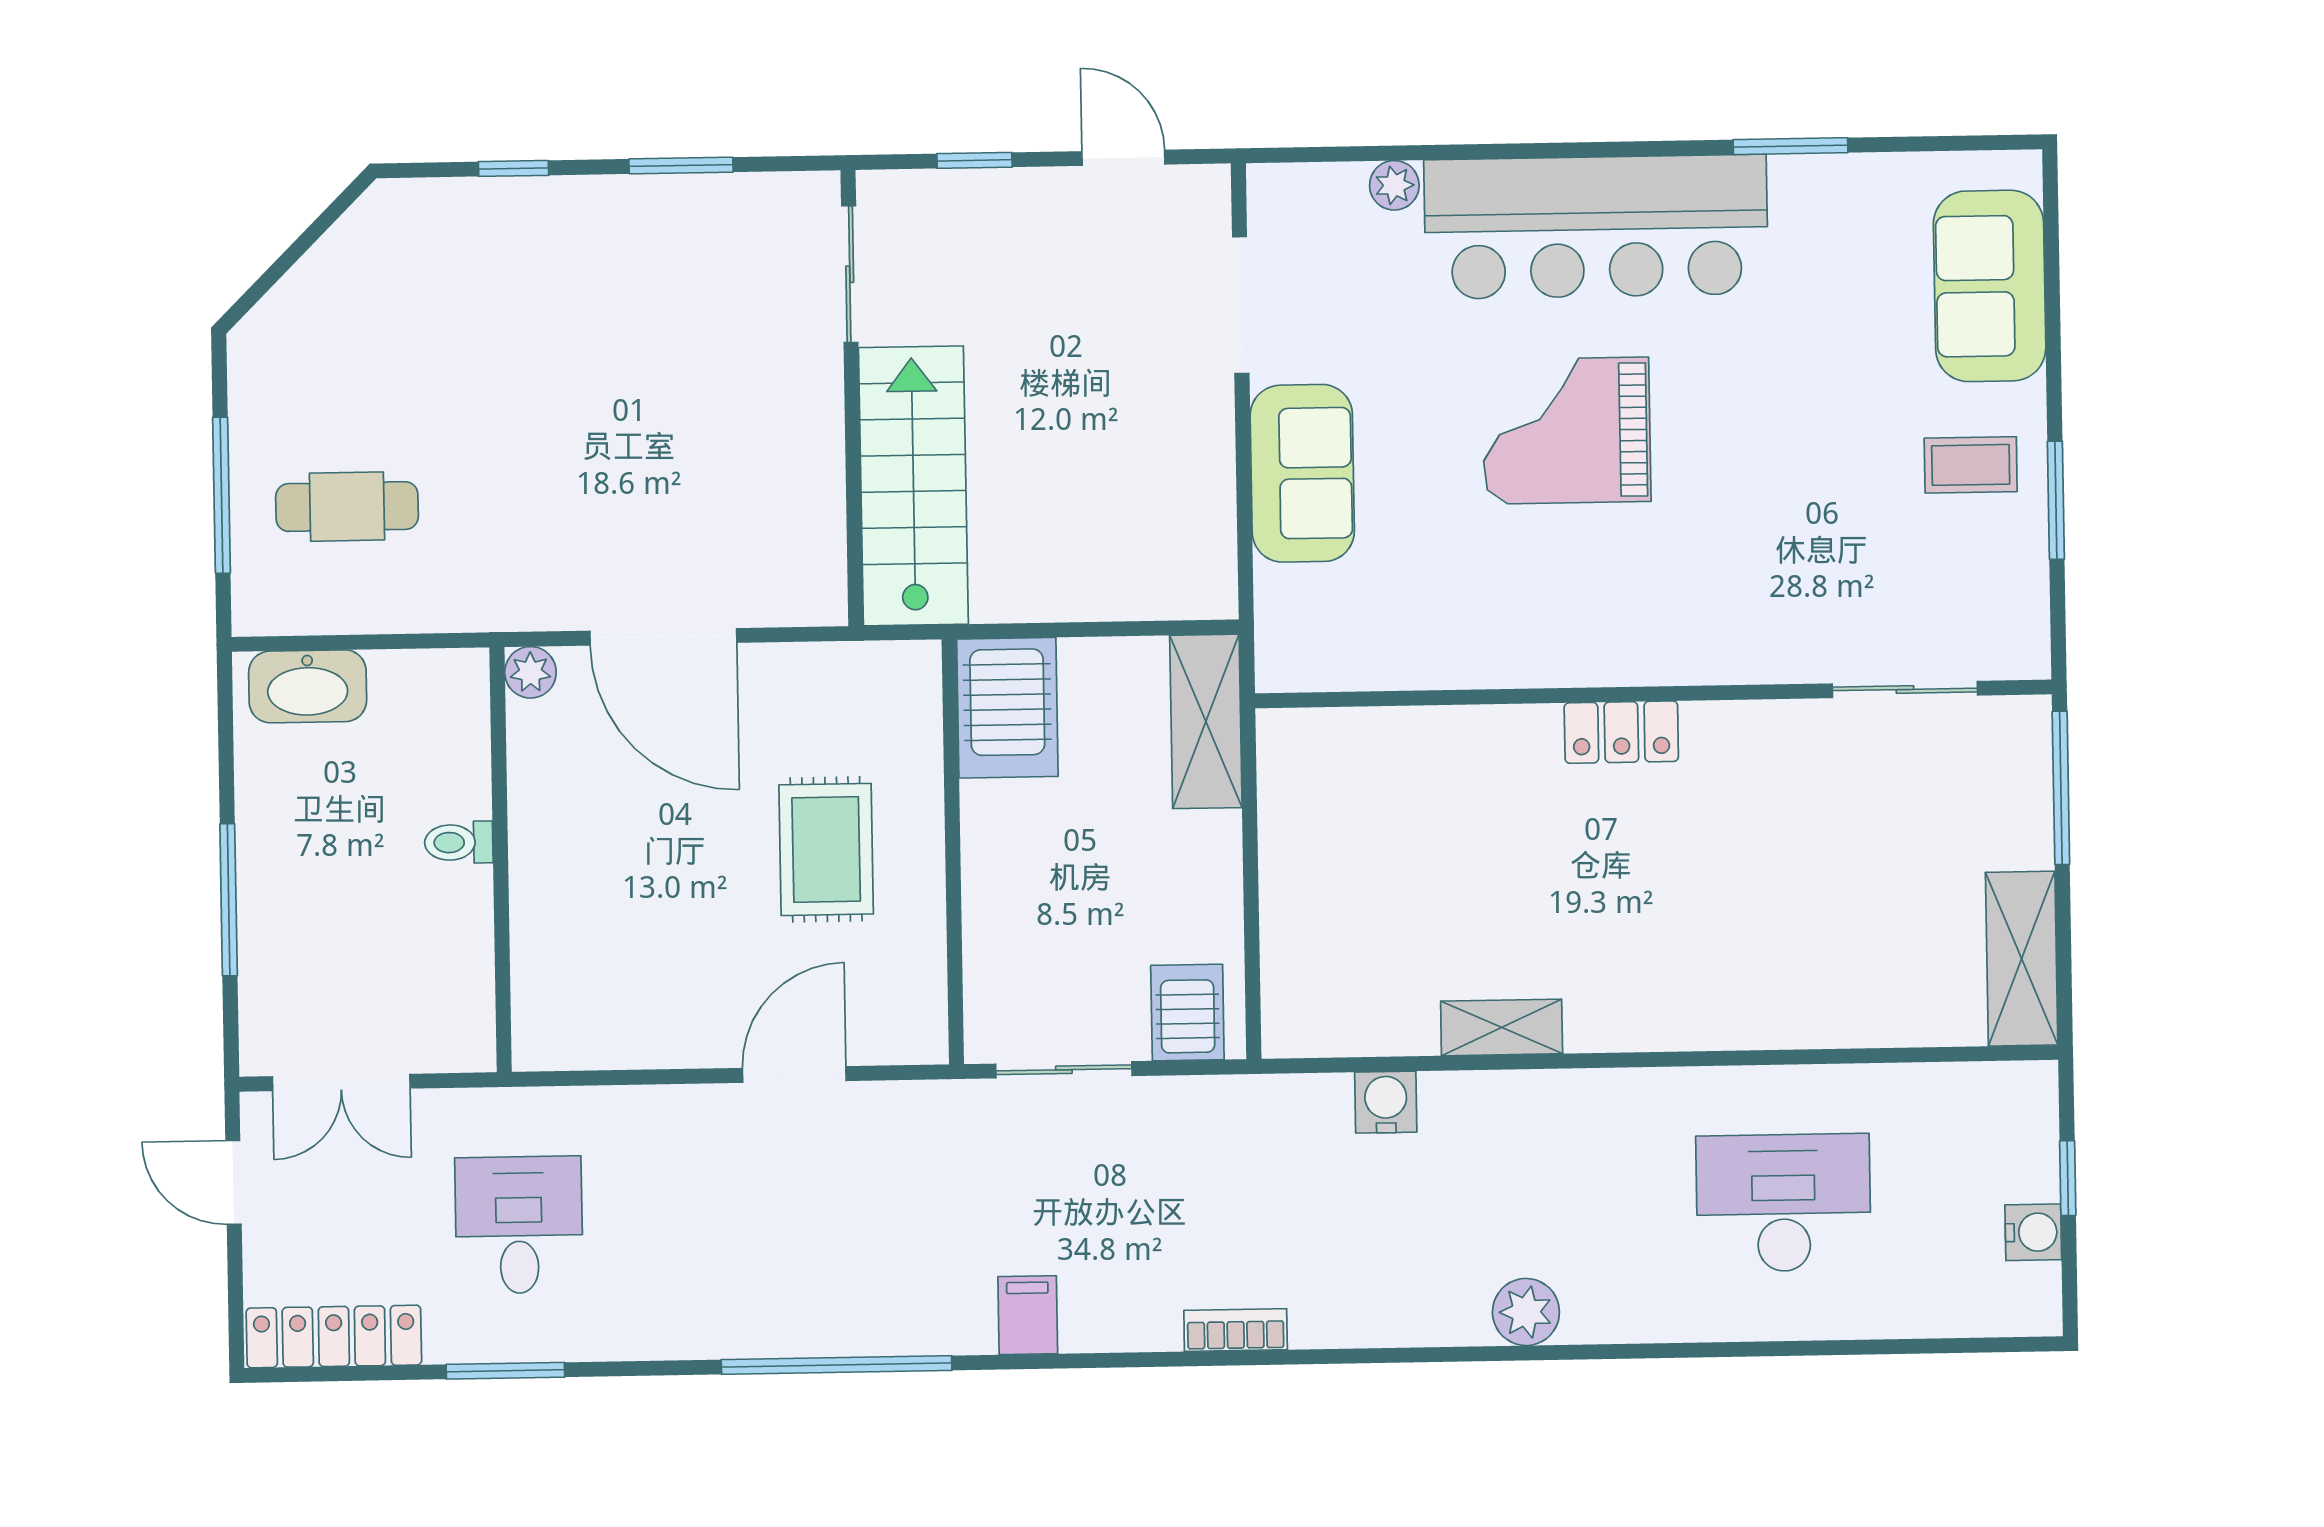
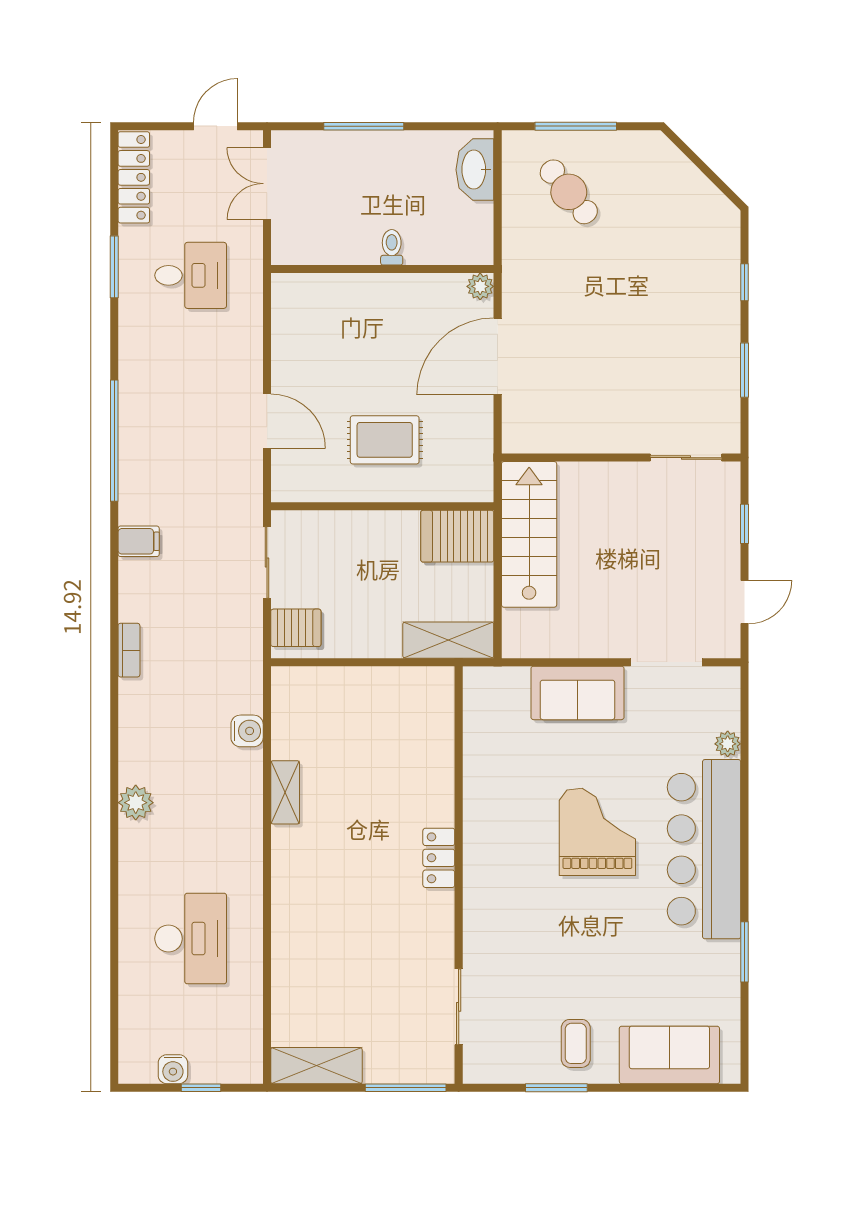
stairs: (913, 486) -> (529, 534), moved, turned -90
cafe table: (347, 507) -> (569, 192), turned -39

